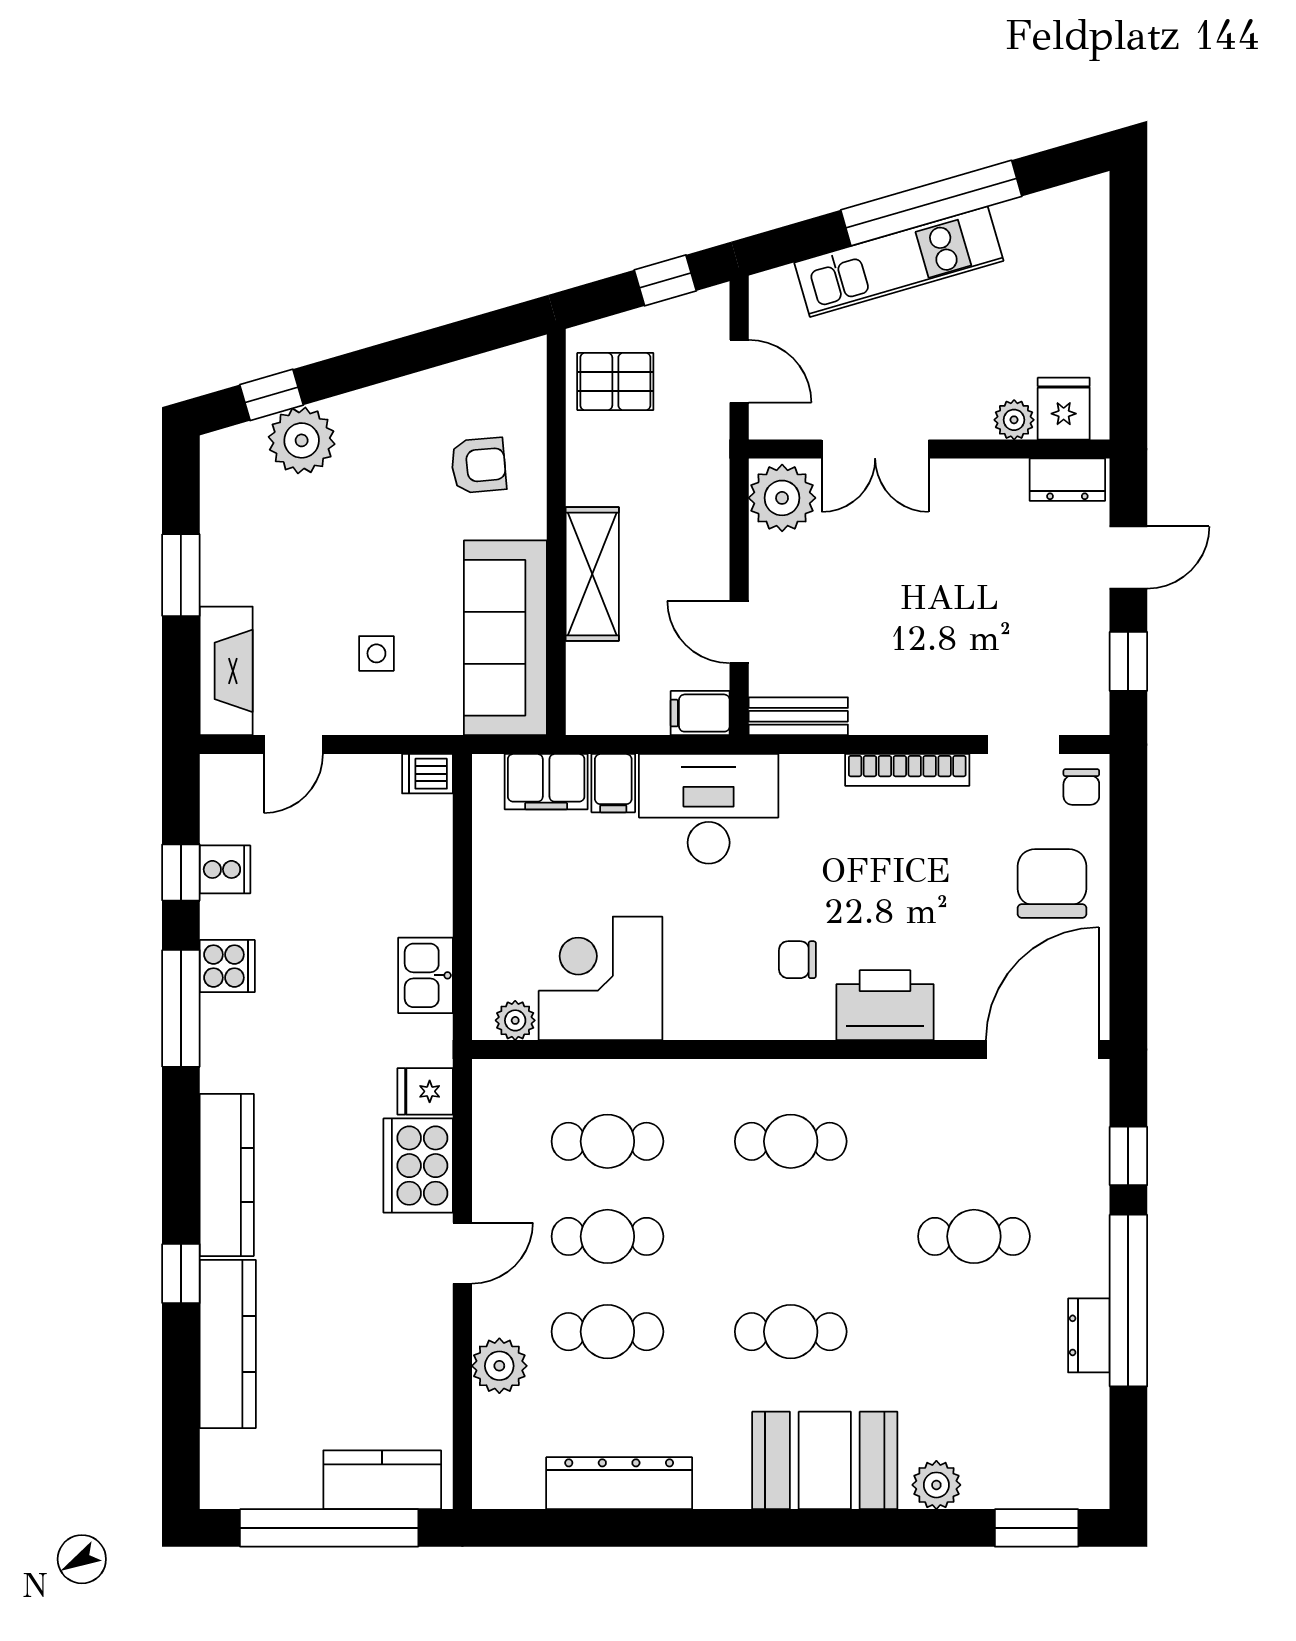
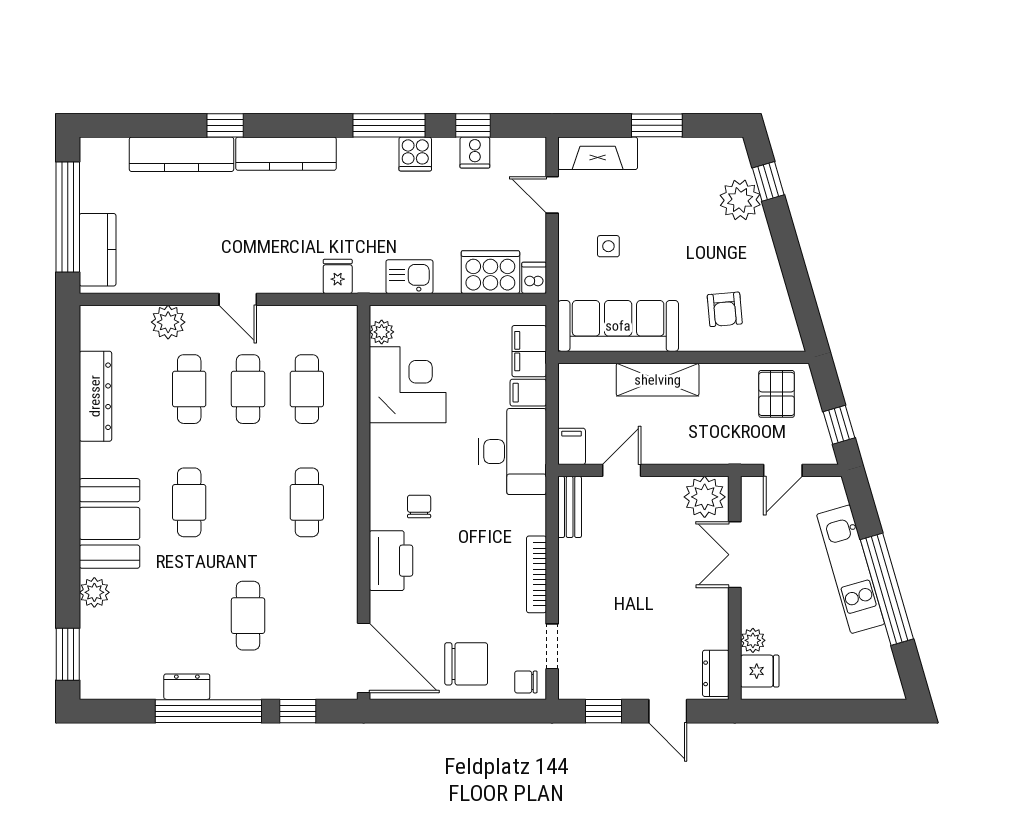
cooker: (418, 1166) -> (490, 272), moved

